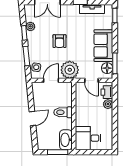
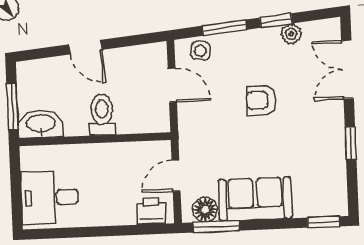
tv unit: (92, 9) -> (336, 170), removed
plant: (70, 70) -> (198, 126), removed
plant: (108, 104) -> (125, 215), removed
desk: (88, 138) -> (50, 197), moved, turned -90

